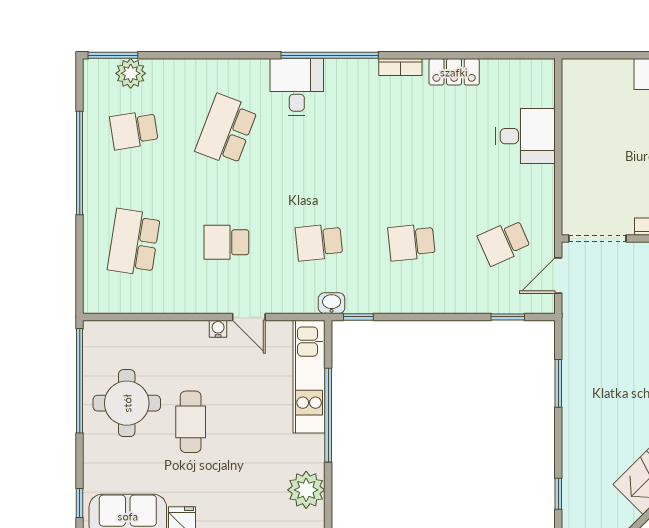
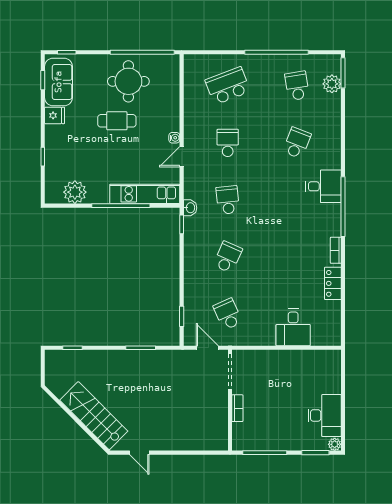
school desk: (226, 130) -> (297, 143), width x0.54
school desk: (134, 242) -> (228, 86), turned -30
school desk: (411, 242) -> (228, 257), turned 30

